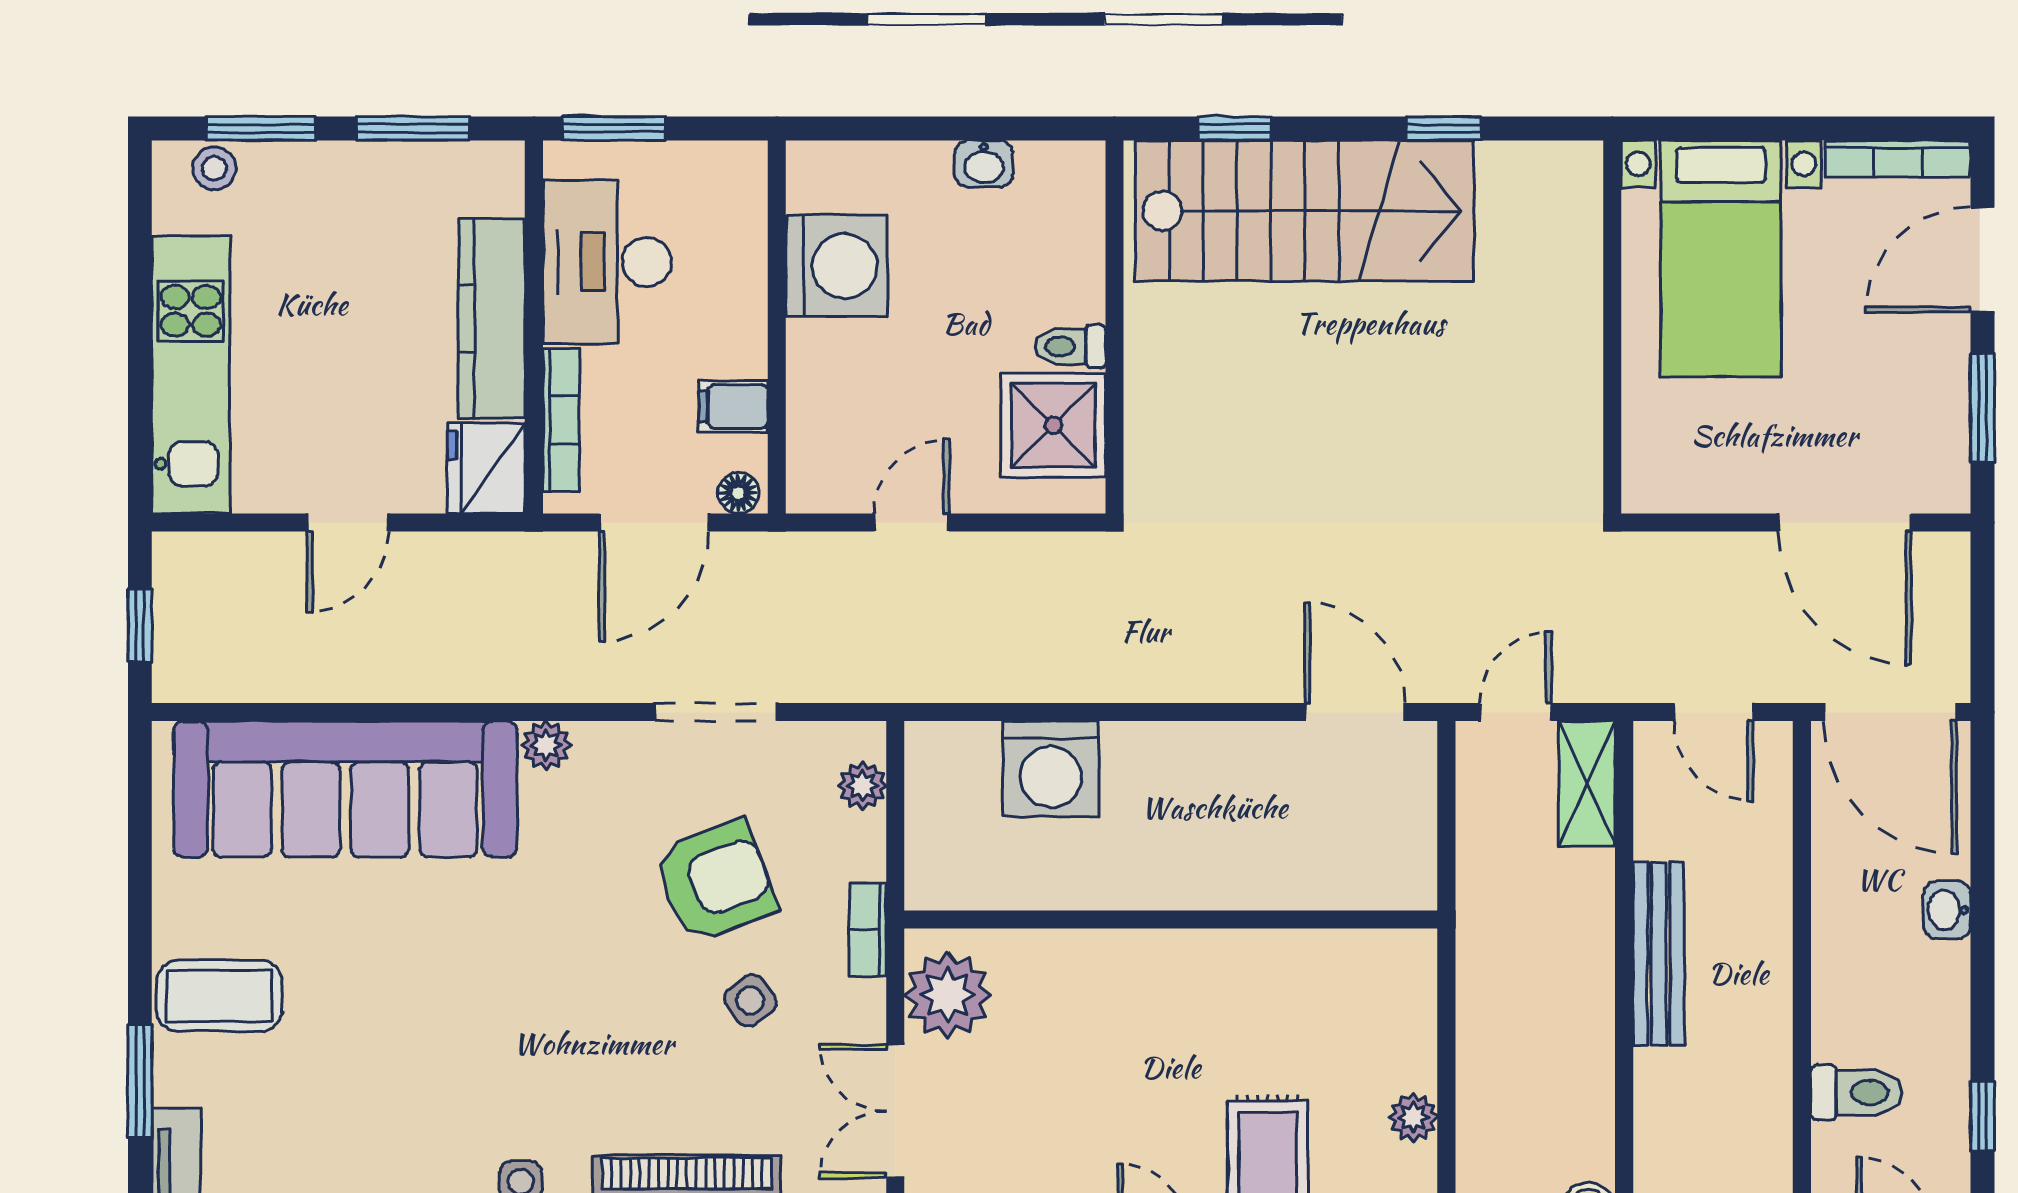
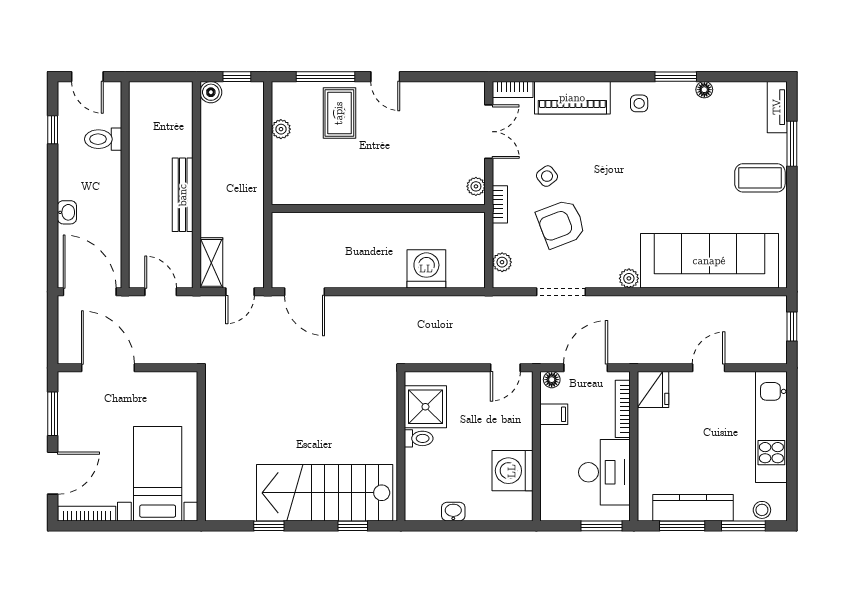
kitchen counter: (492, 318) -> (693, 508), moved, turned -90
door: (912, 522) -> (505, 368), moved
plant: (948, 995) -> (476, 186), width x0.53, depth x0.53

